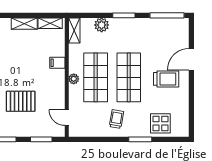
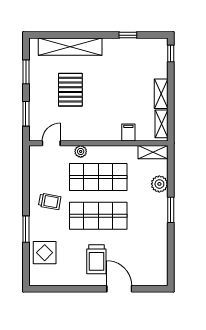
window: (167, 15) -> (171, 260), removed
filing cabinet: (57, 63) -> (128, 132), moved
plant: (74, 79) -> (81, 151), moved

